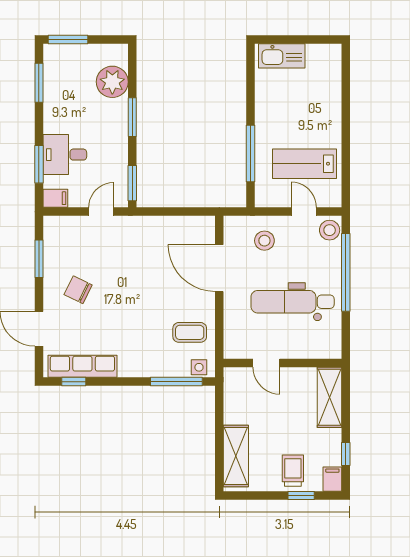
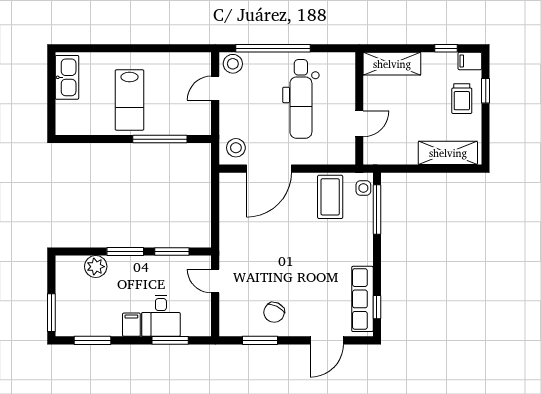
kitchen sink: (282, 56) -> (67, 77), moved
plant: (112, 82) -> (96, 267), width x0.73, depth x0.73
lab bench: (304, 164) -> (129, 100), moved
window: (132, 183) -> (172, 252), moved
filing cabinet: (55, 198) -> (131, 325), moved
stool: (264, 241) -> (236, 148), moved
chair: (78, 290) -> (274, 312), moved
coffee table: (190, 332) -> (330, 197), width x1.36, depth x1.30
trolley: (293, 471) -> (462, 99), turned -90

